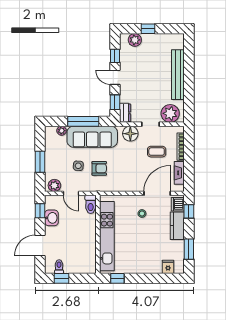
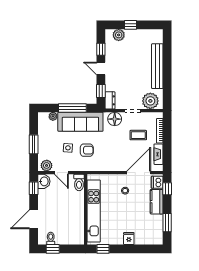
washbasin: (51, 218) -> (44, 181), moved
fridge: (168, 267) -> (129, 239), moved

